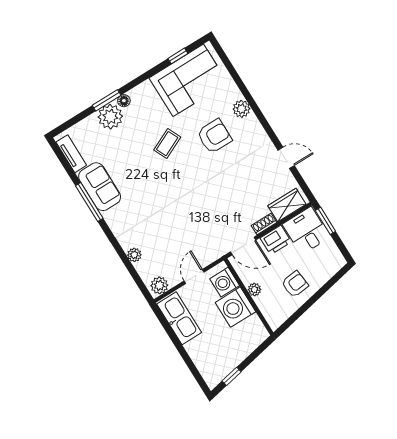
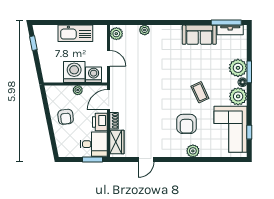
plant: (144, 95) -> (238, 96), added
window: (89, 202) -> (226, 23), moved
kitchen sink: (179, 318) -> (75, 33), moved

